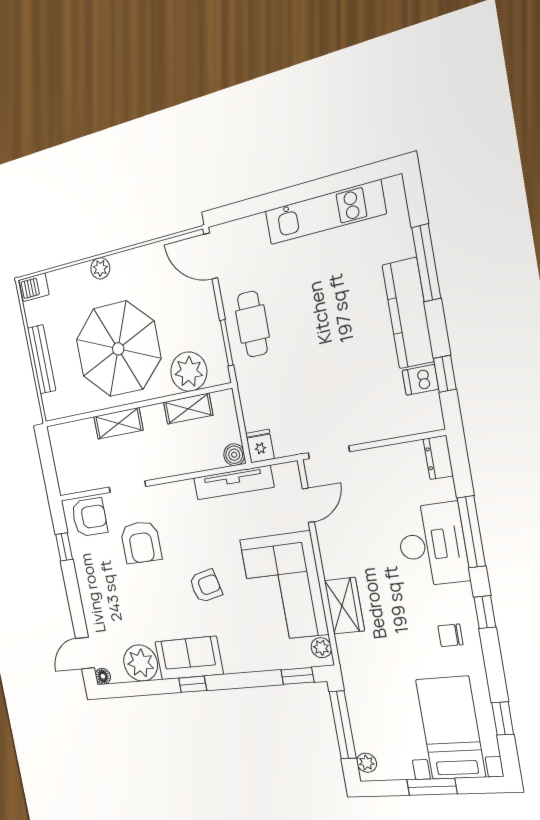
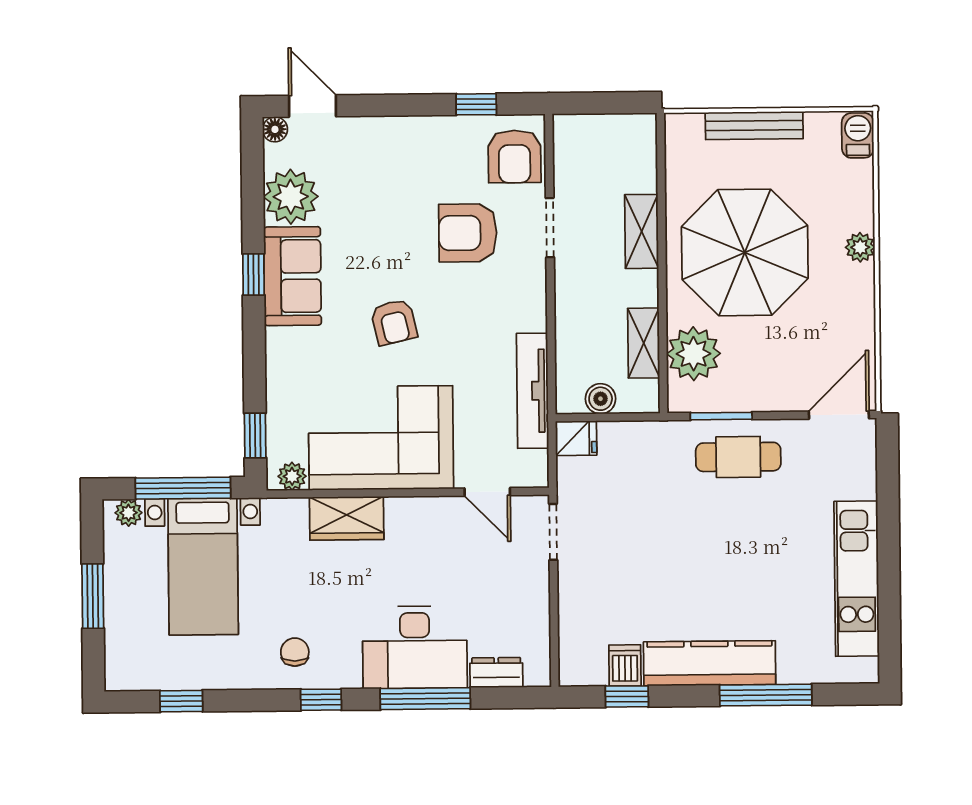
boiler: (234, 455) -> (601, 399), moved
dresser: (438, 457) -> (496, 673), moved
bed with nightstands: (451, 728) -> (203, 566), moved, turned 90

